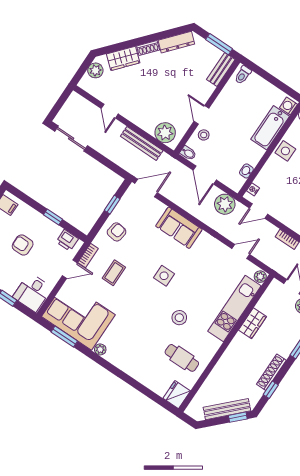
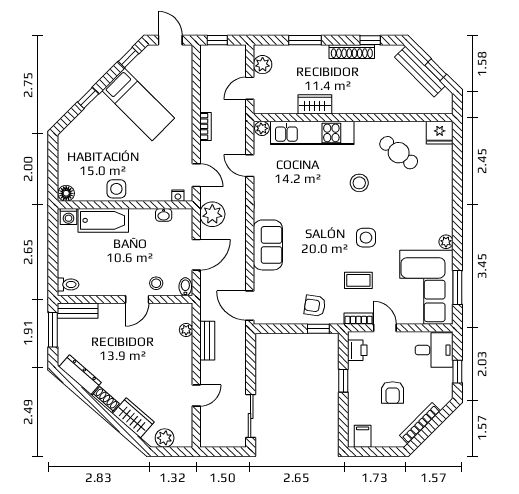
plant: (165, 133) -> (186, 330), width x0.53, depth x0.53
bench: (142, 143) -> (207, 341), width x0.73
window: (112, 205) -> (318, 329), moved
side table: (164, 276) -> (366, 238), moved
cafe table: (182, 358) -> (399, 153), turned -52
window: (238, 417) -> (436, 70), moved

